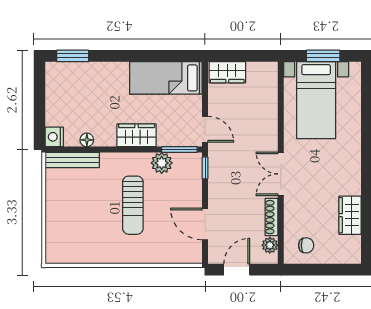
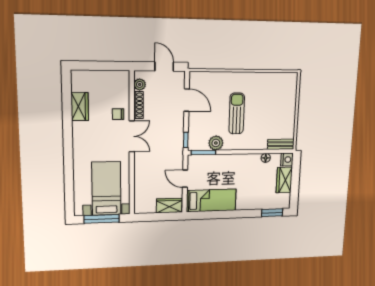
window: (323, 56) -> (102, 219), width x1.44
door: (205, 129) -> (185, 179), moved
wardrobe: (137, 135) -> (284, 180), moved, turned 90
bench: (72, 160) -> (281, 144), width x0.73
chair: (306, 245) -> (118, 114), moved
door: (237, 270) -> (164, 67), swing flipped

